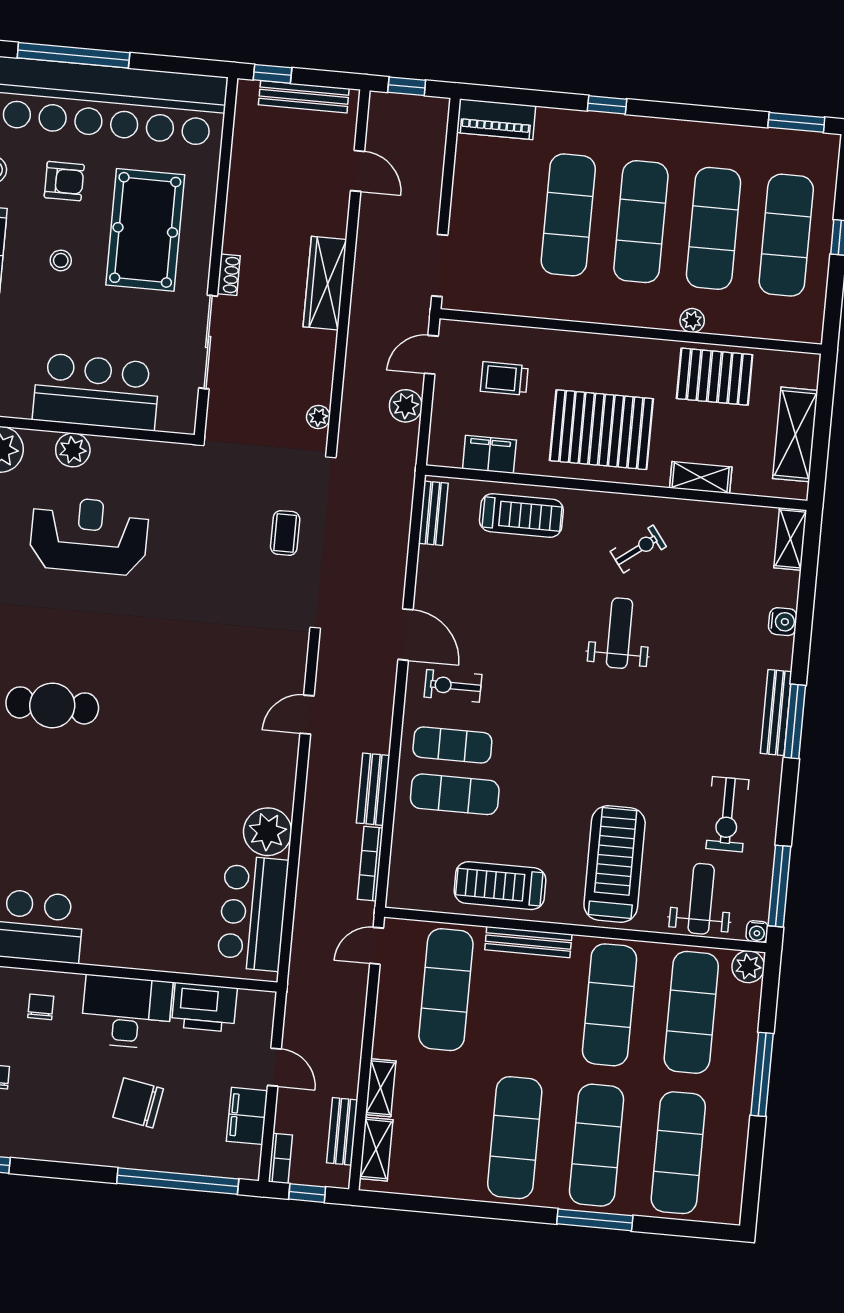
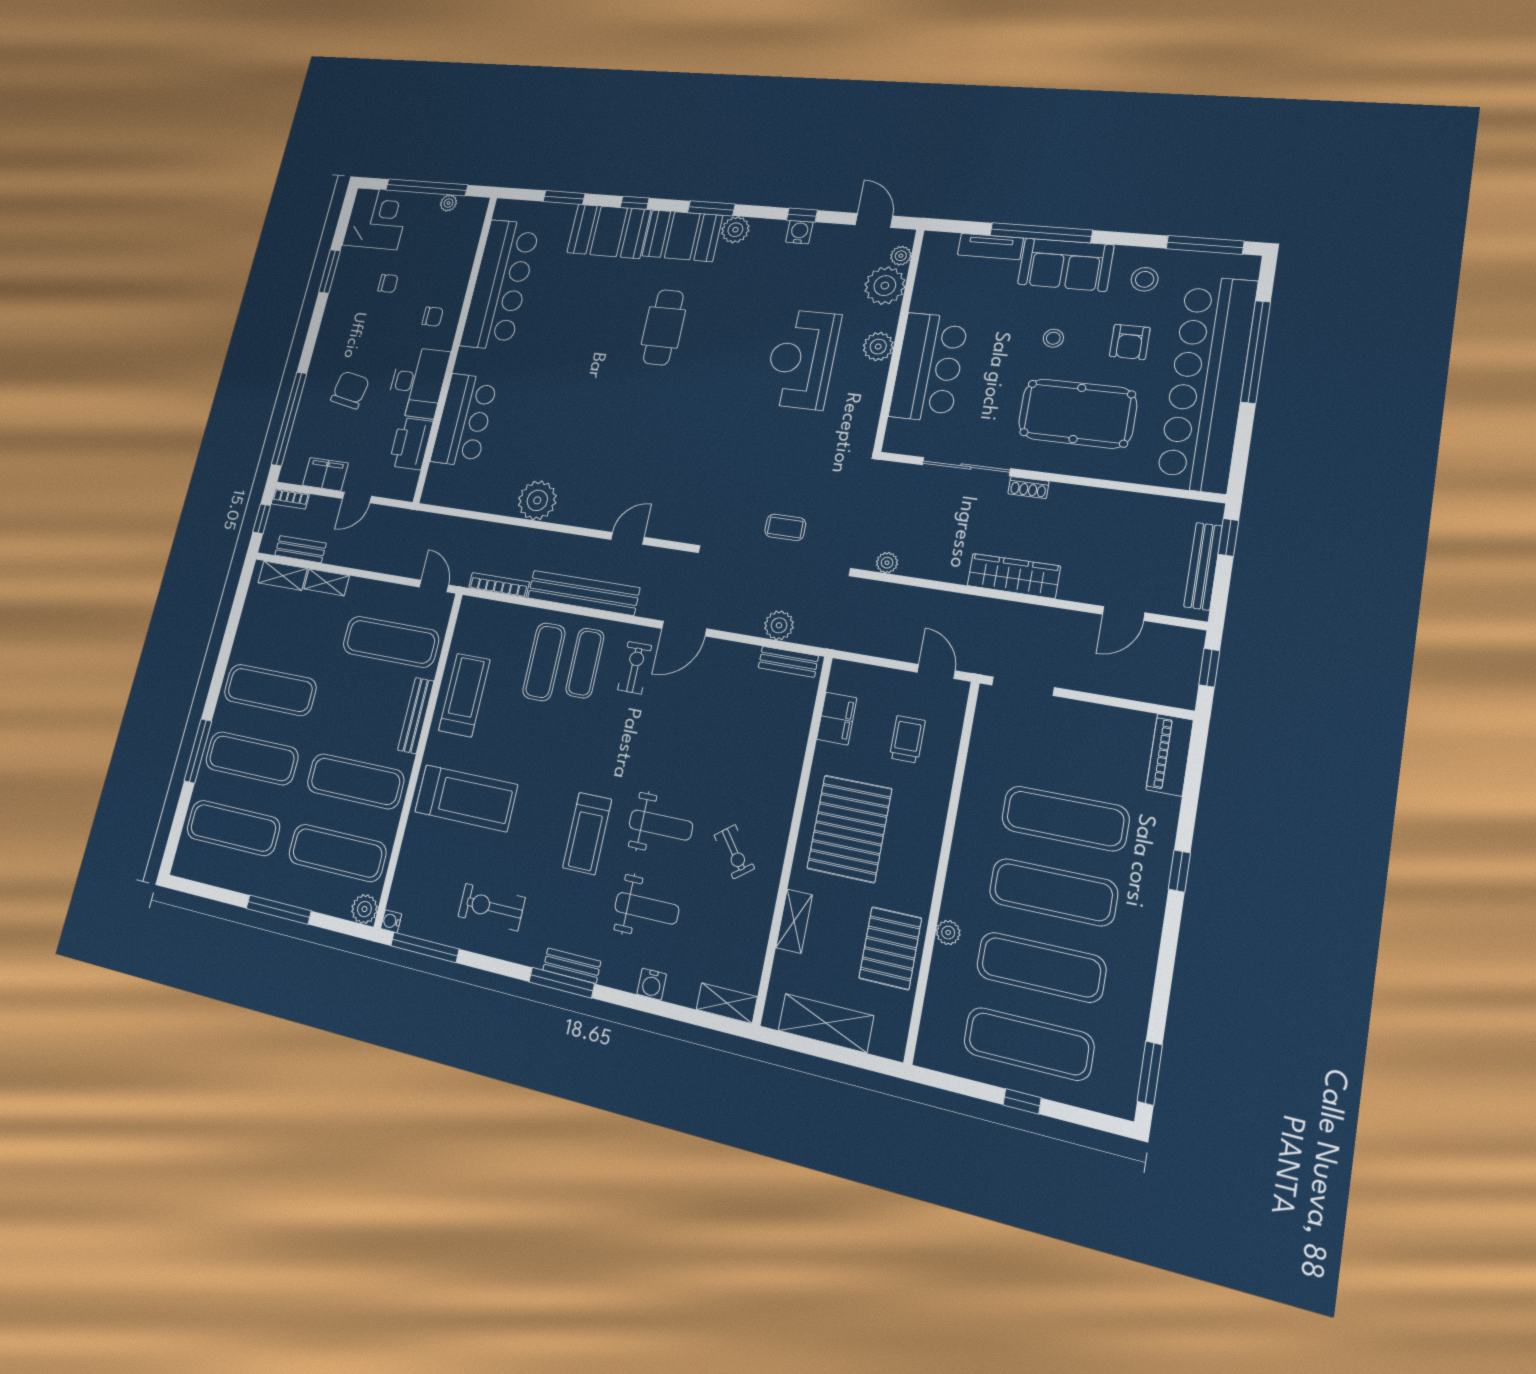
plant: (406, 406) -> (779, 625), moved
treadmill: (521, 515) -> (587, 833), moved
reception desk: (89, 536) -> (802, 359), turned 180
bench: (776, 713) -> (572, 966), width x0.73
door: (307, 715) -> (628, 538), hinge flipped
bench: (373, 789) -> (583, 593), width x1.86, depth x1.21
weight bench: (701, 899) -> (647, 908), moved
bar counter: (253, 913) -> (464, 420), moved, turned 90

